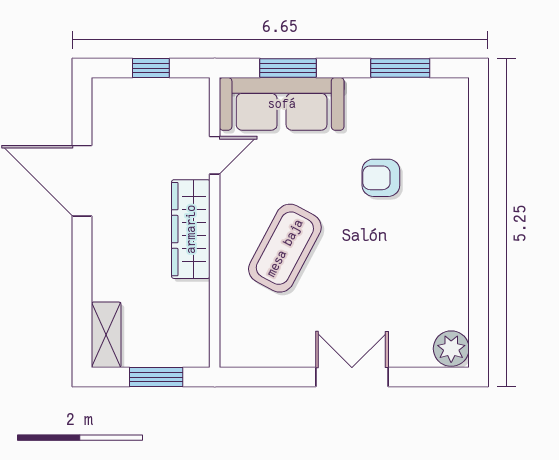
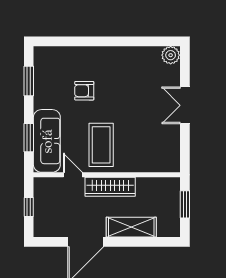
armchair: (381, 178) -> (84, 91), turned 90
coffee table: (285, 248) -> (101, 145), moved, turned 62
shelving: (106, 335) -> (131, 227), moved, width x1.50, depth x1.33

